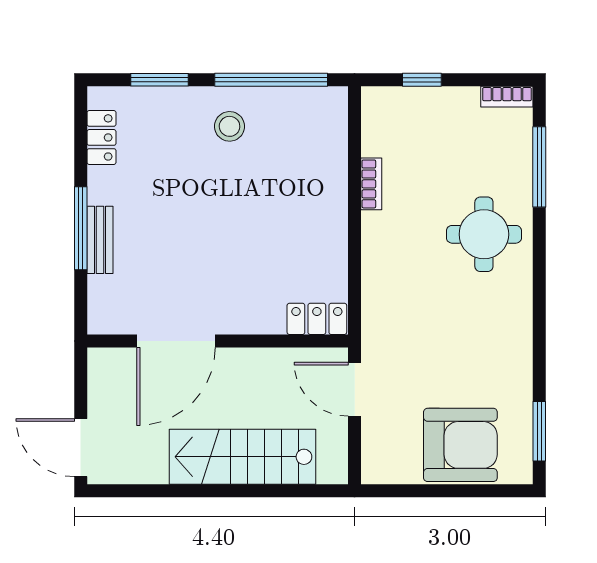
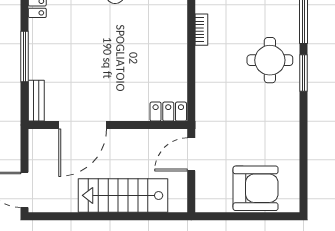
bench: (100, 240) -> (36, 101), moved
door: (355, 389) -> (191, 154), hinge flipped
window: (539, 431) -> (304, 73), moved

